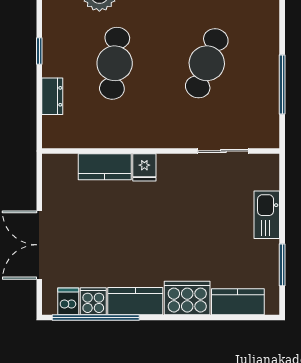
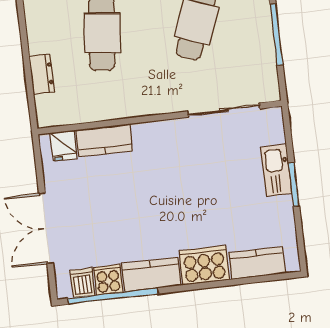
window: (39, 51) -> (23, 29), removed
sliding door: (223, 151) -> (224, 110), width x1.37
fridge: (144, 167) -> (64, 146), moved
window: (282, 265) -> (294, 185), moved

